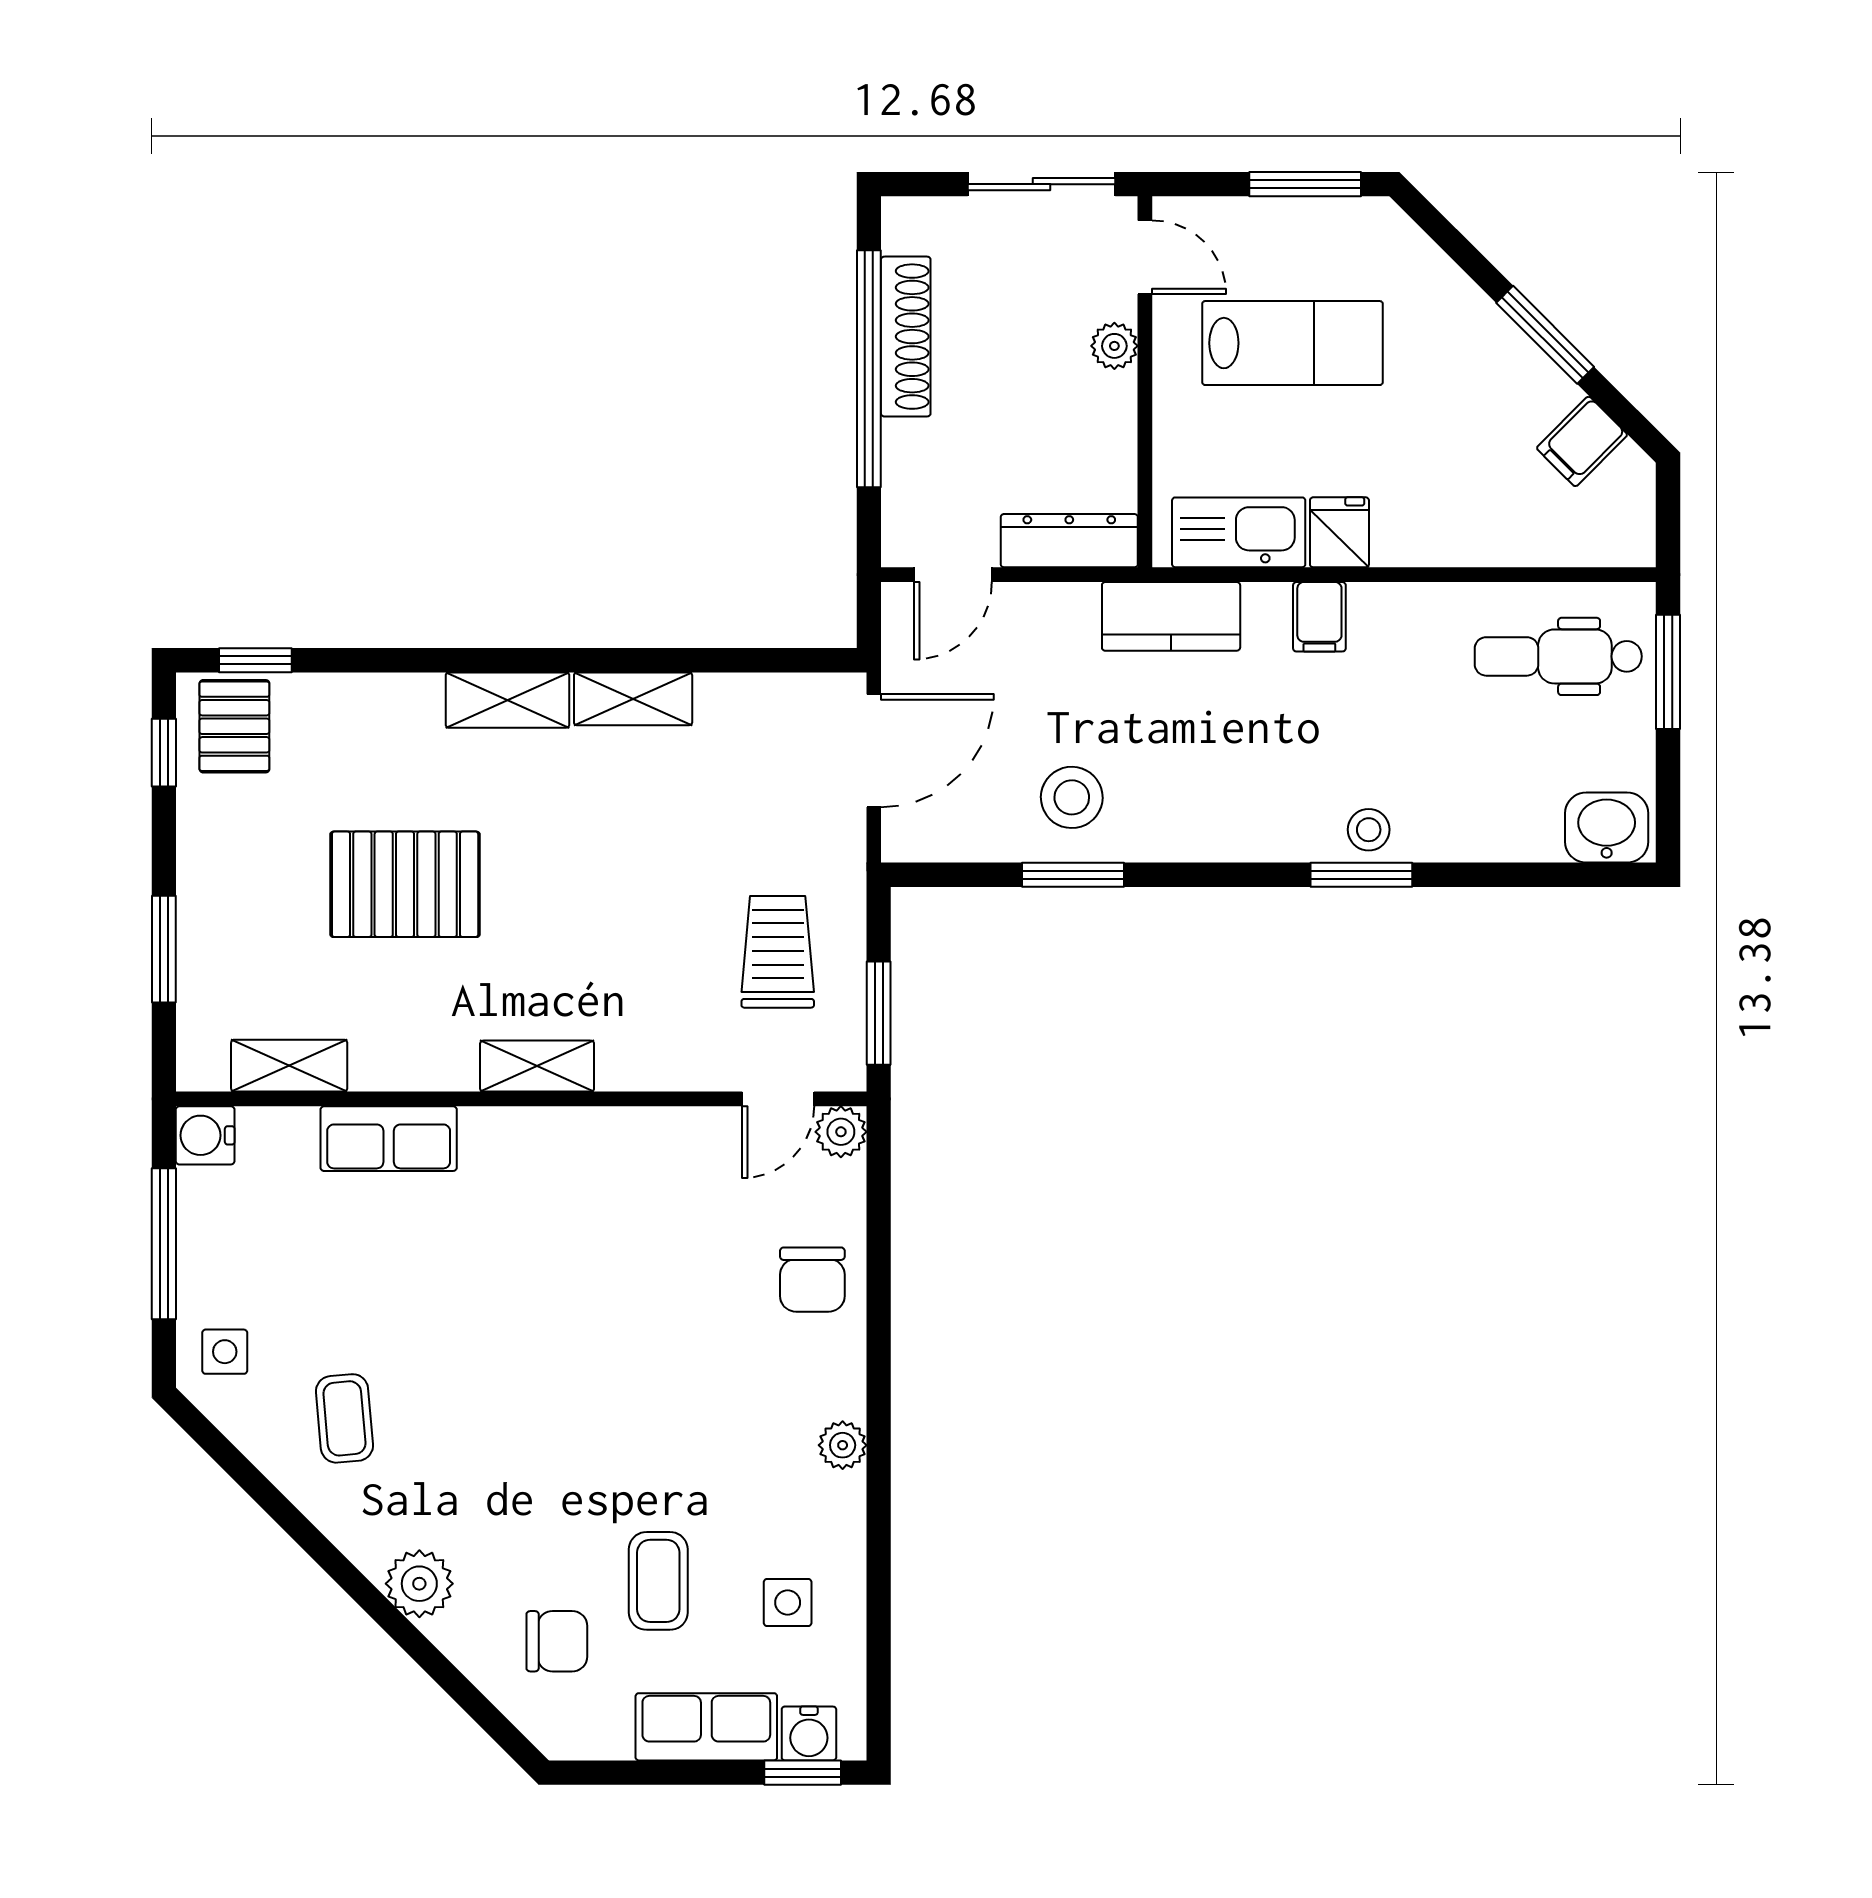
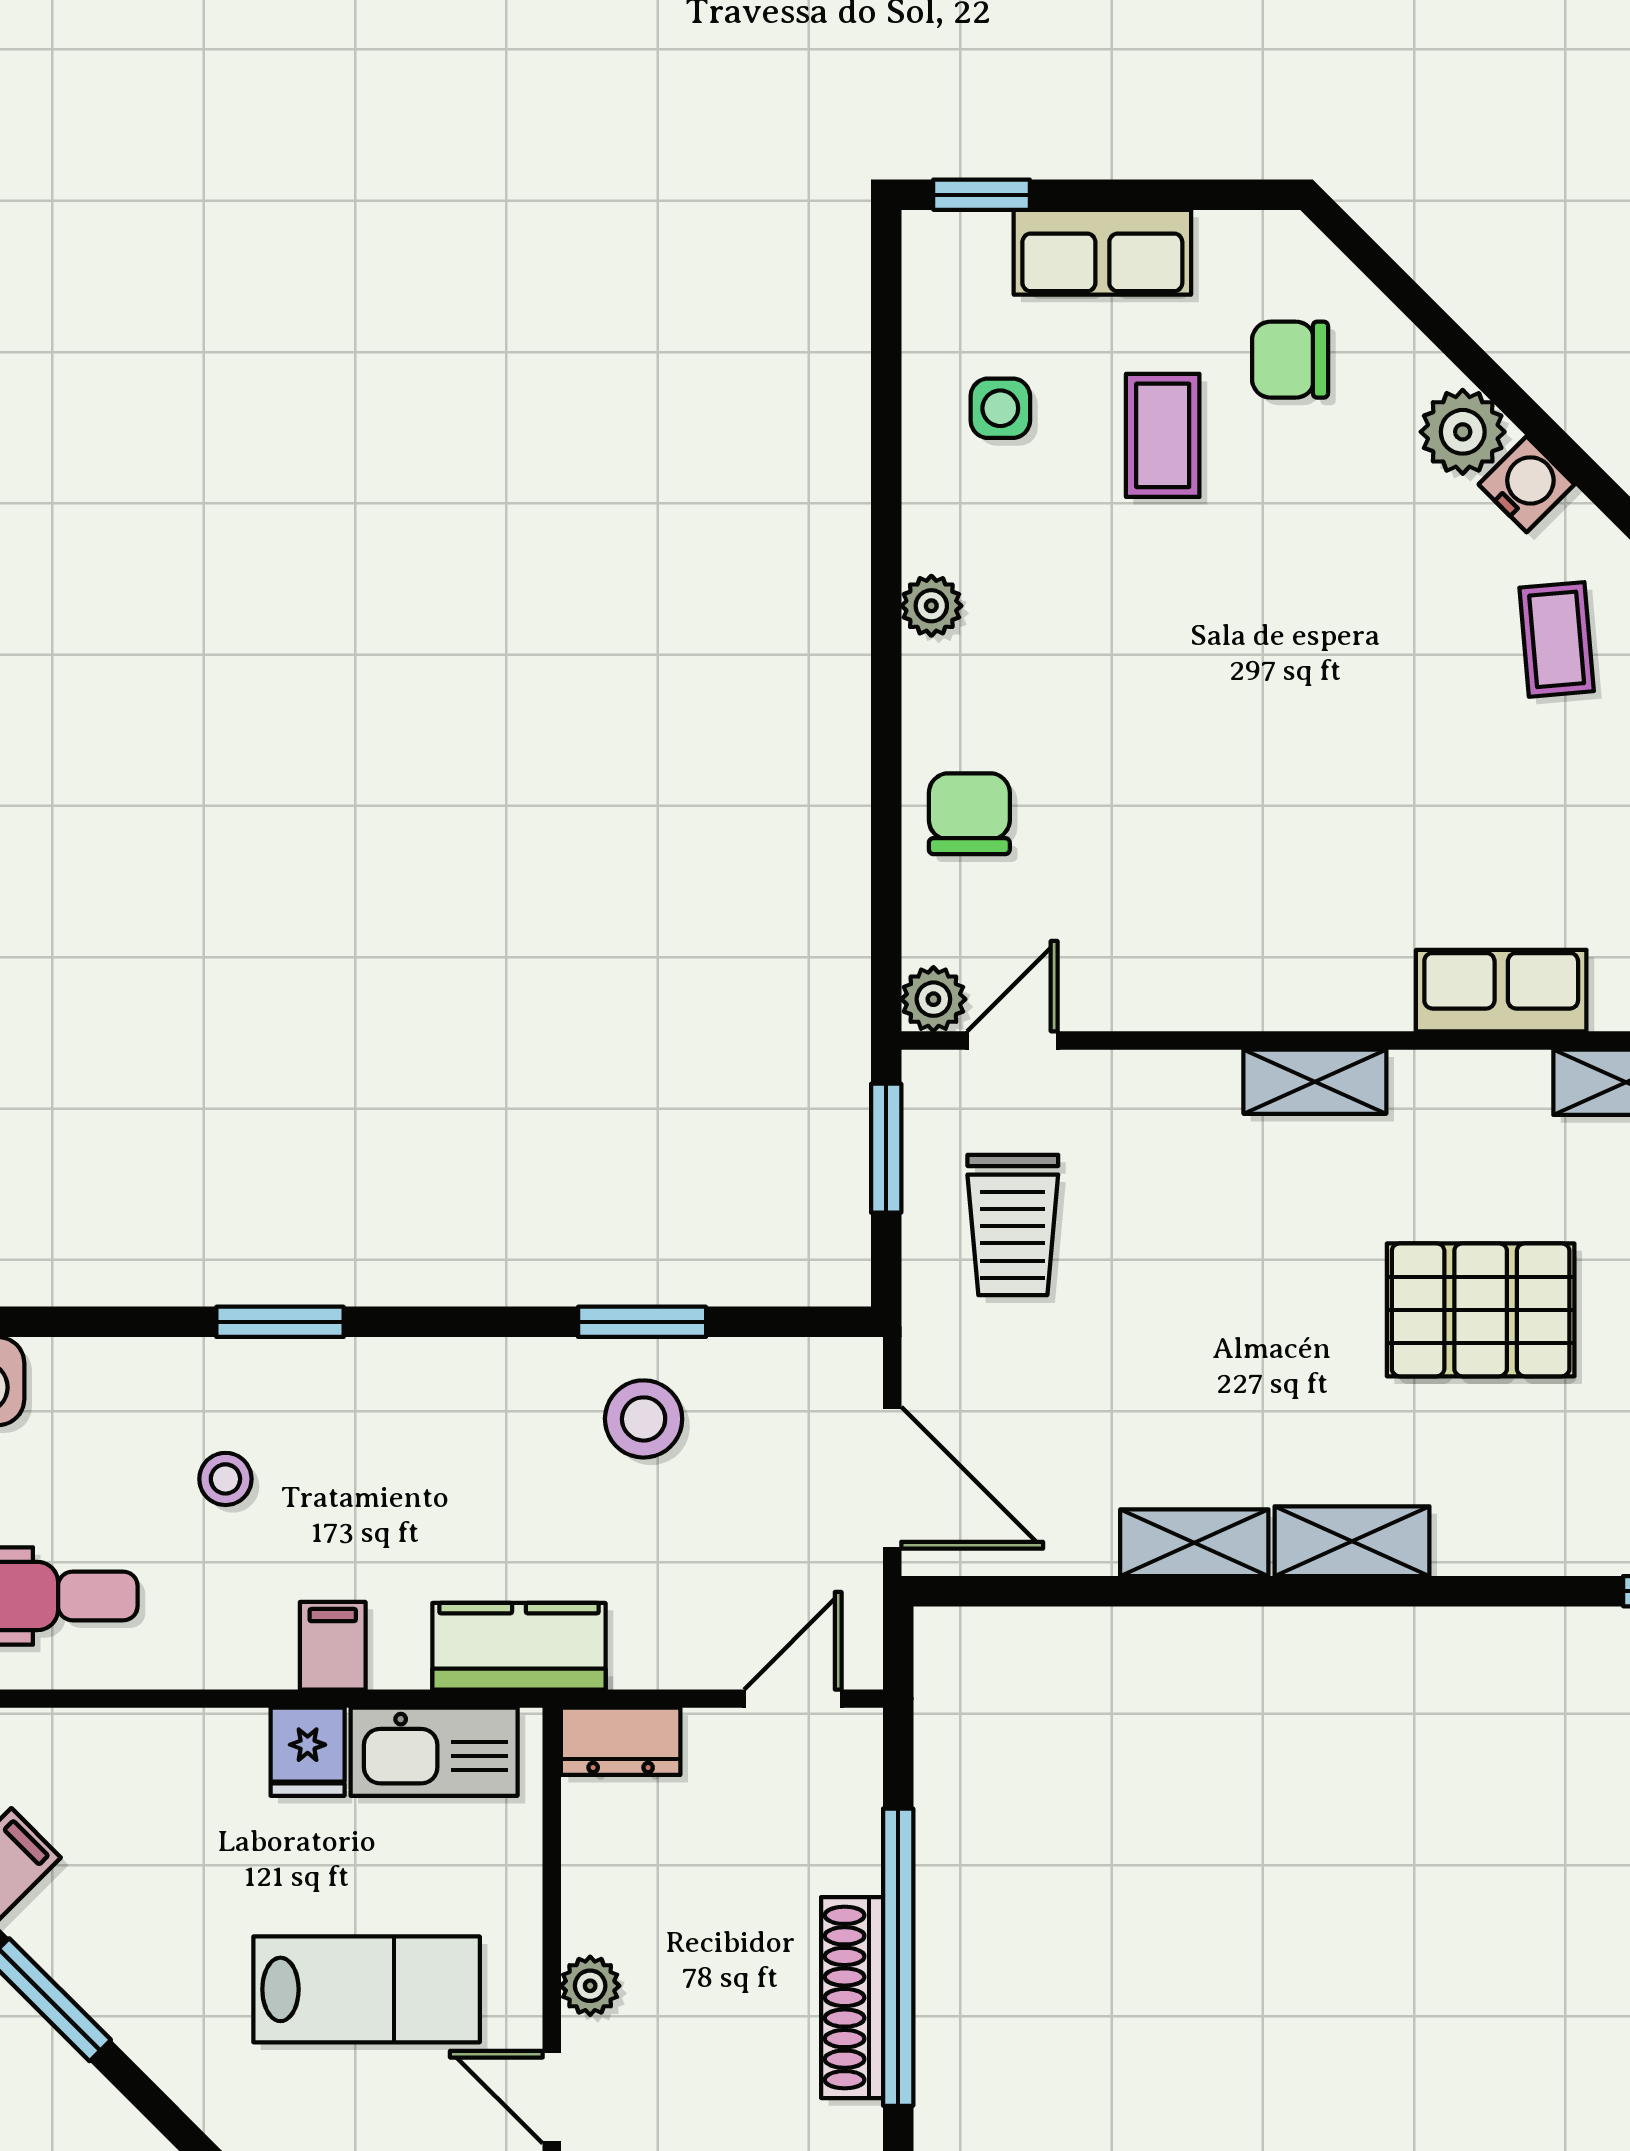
lab bench: (1292, 343) -> (367, 1989), turned 180
dresser: (1069, 541) -> (621, 1741), width x0.70
door: (874, 751) -> (892, 1478), swing flipped
stool: (1369, 830) -> (225, 1479), moved
water cooler: (809, 1733) -> (1527, 484), moved, turned 45

